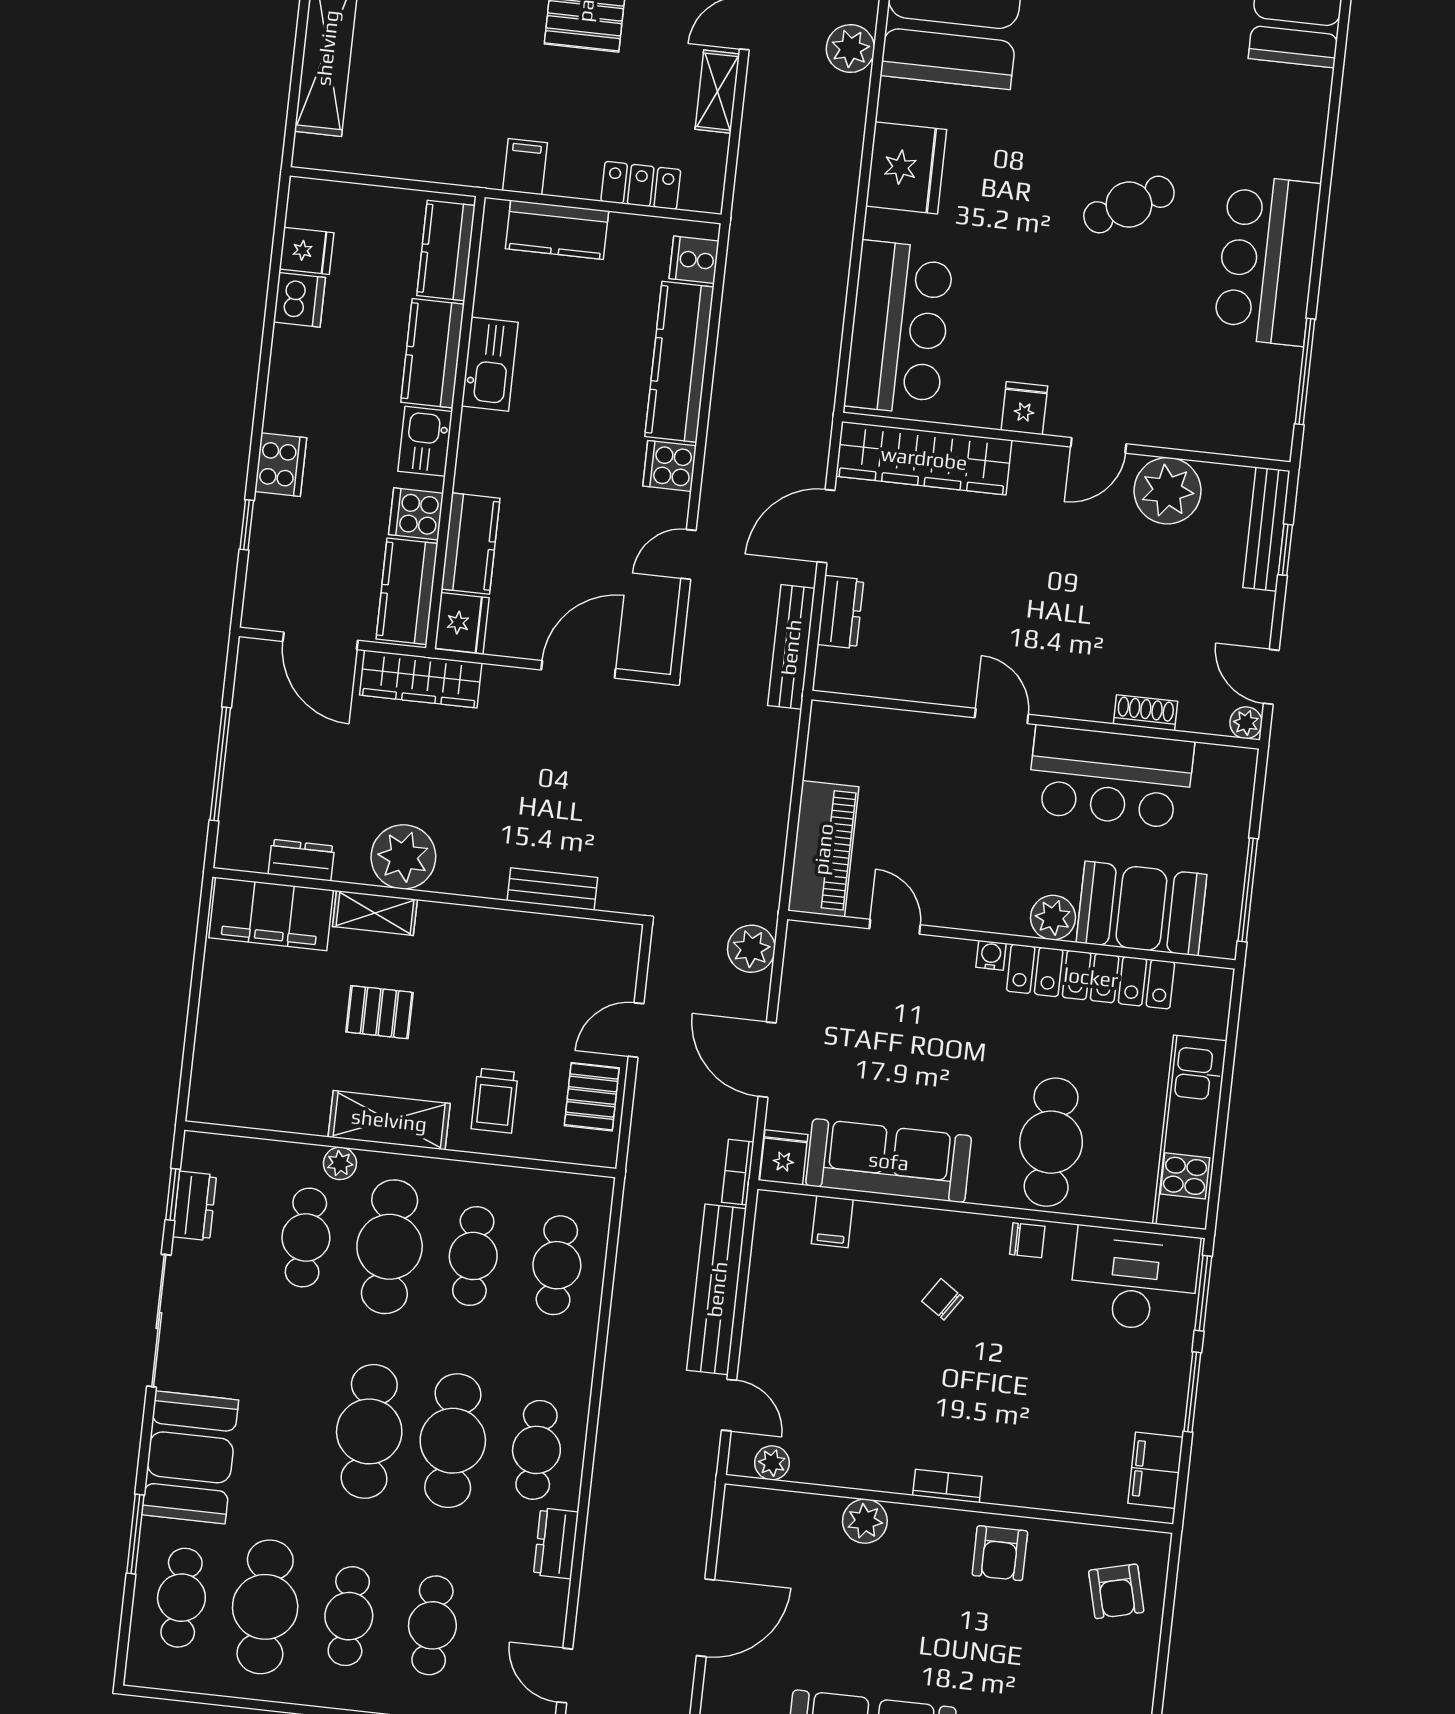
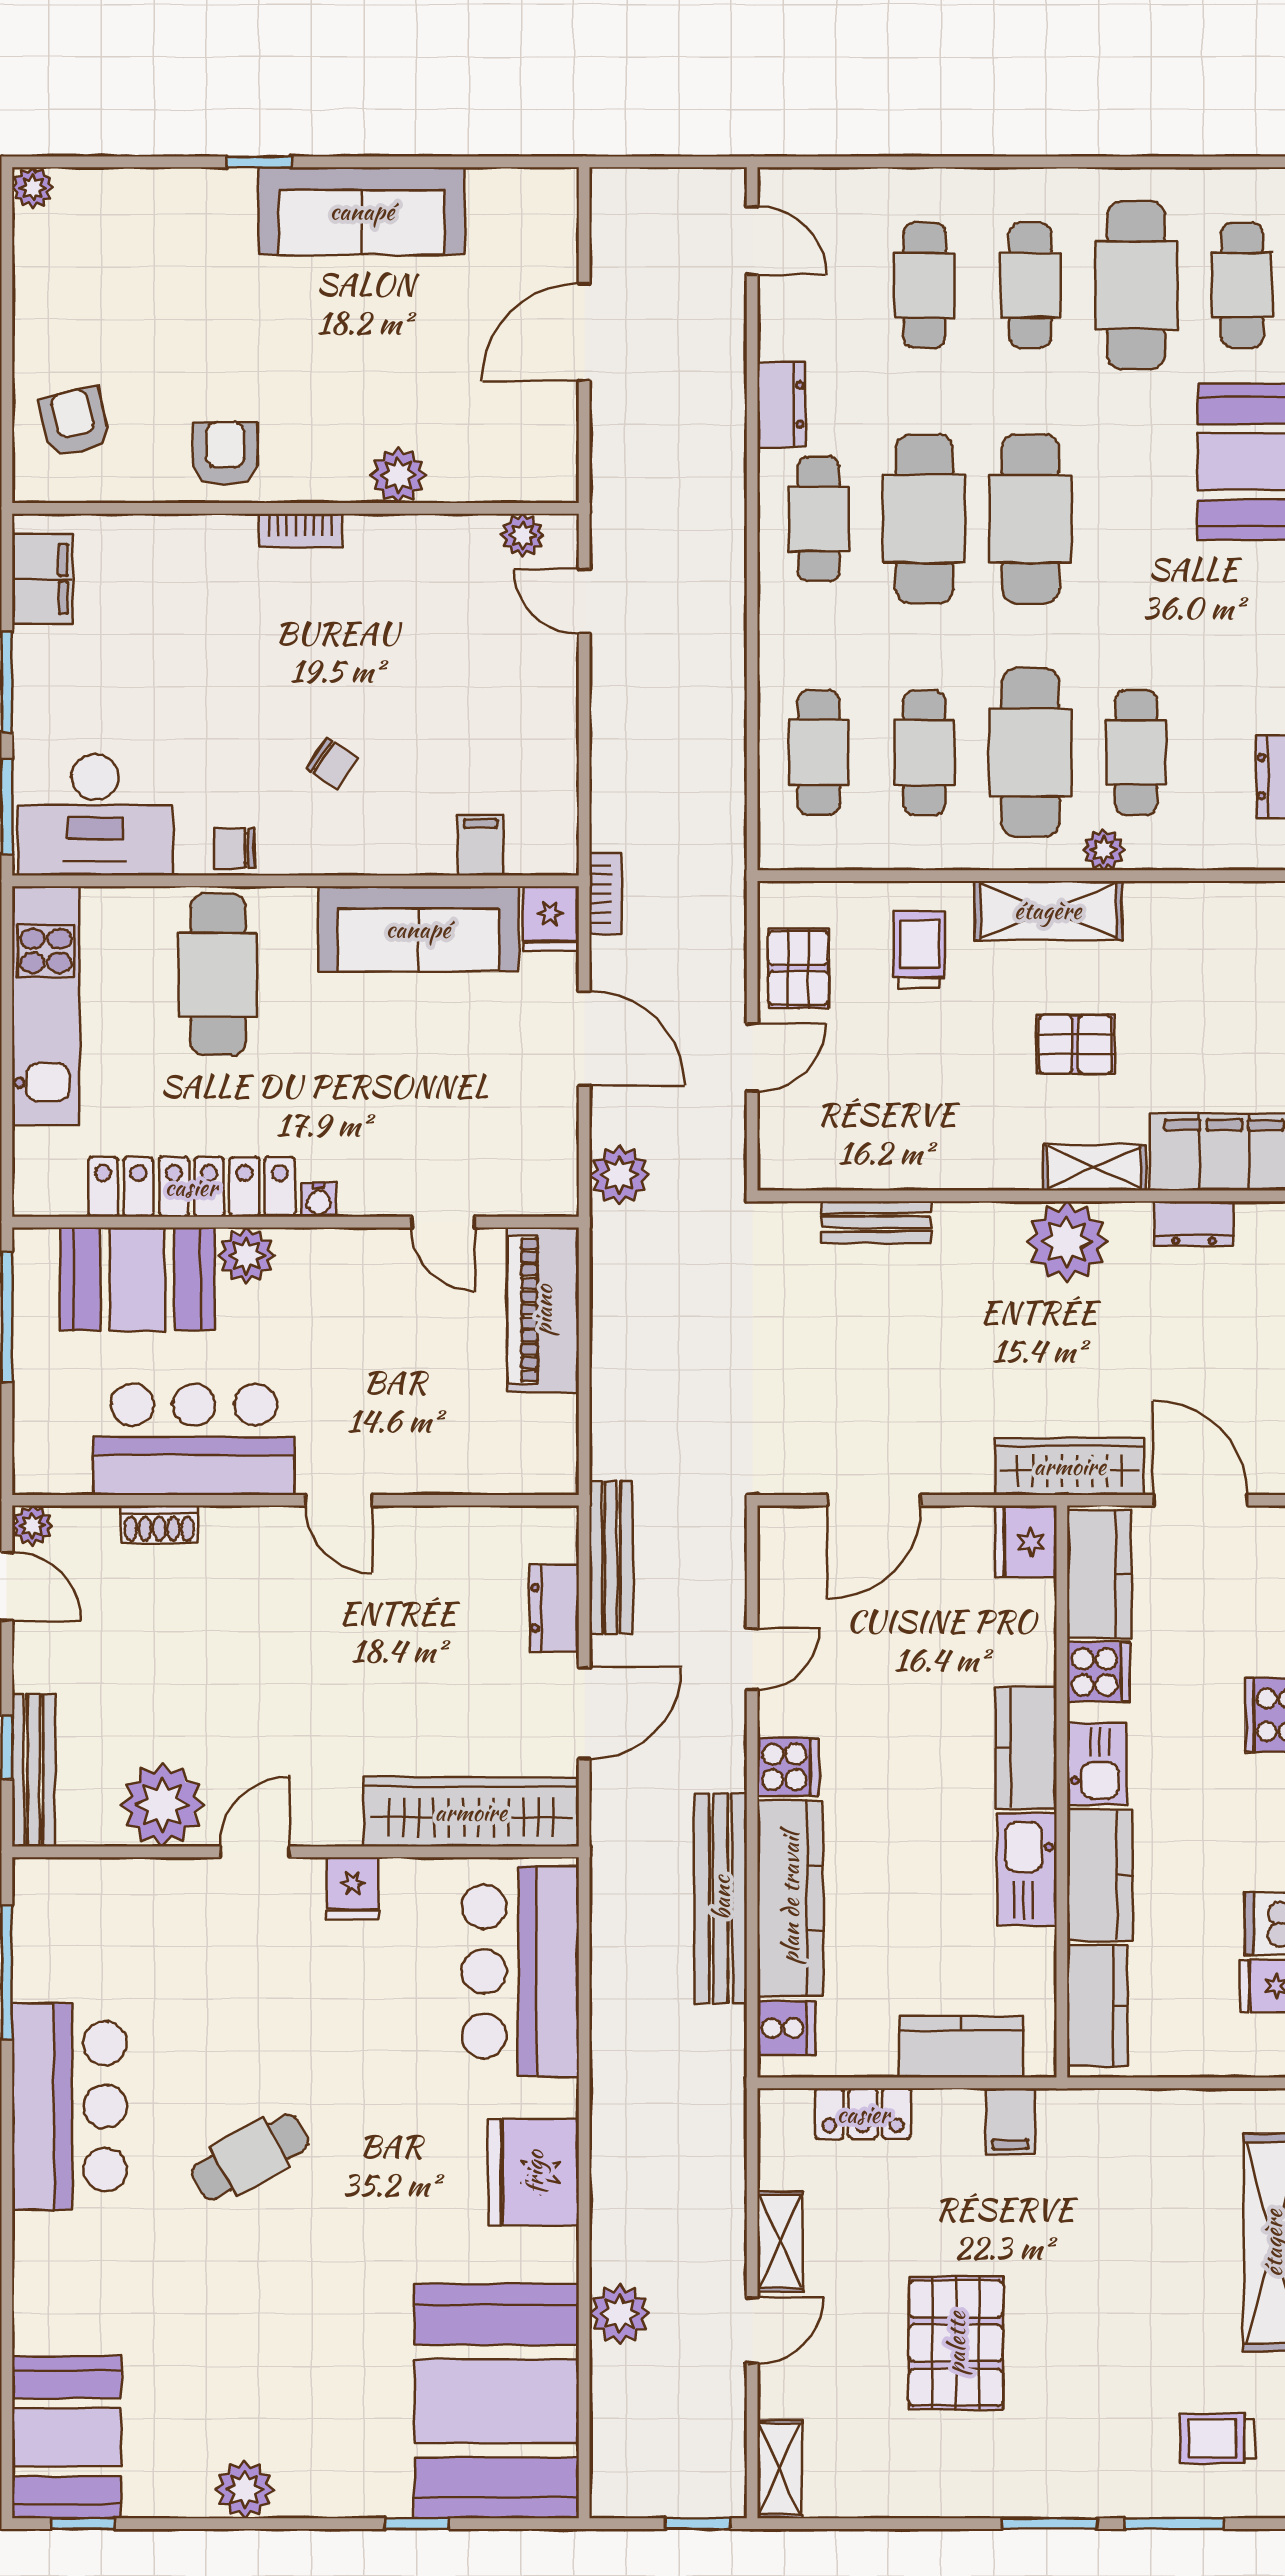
kitchen counter: (471, 544) -> (1026, 1748), moved
bench: (717, 1289) -> (721, 1898), moved

